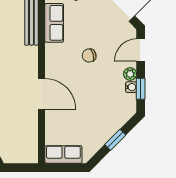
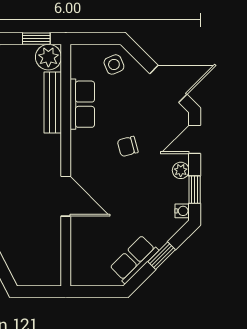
water cooler: (131, 87) -> (182, 211), moved
row of seats: (63, 154) -> (134, 259), moved, turned -45

